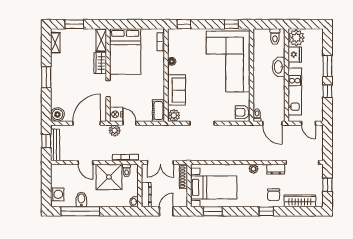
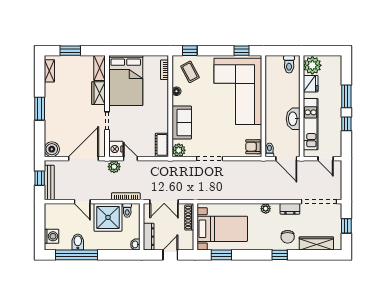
coffee table: (184, 44) -> (190, 72), added
washbasin: (279, 67) -> (293, 119), moved

